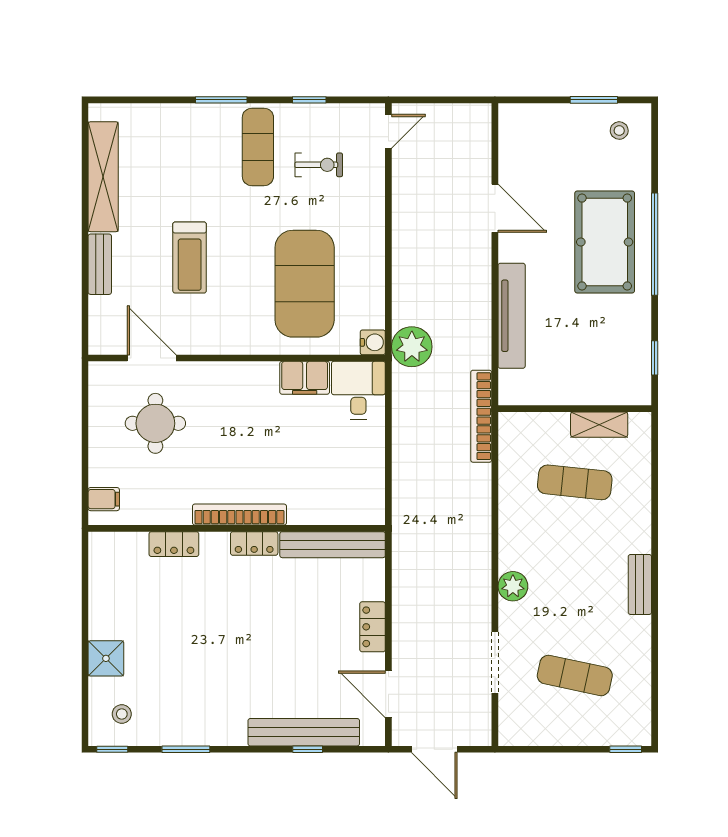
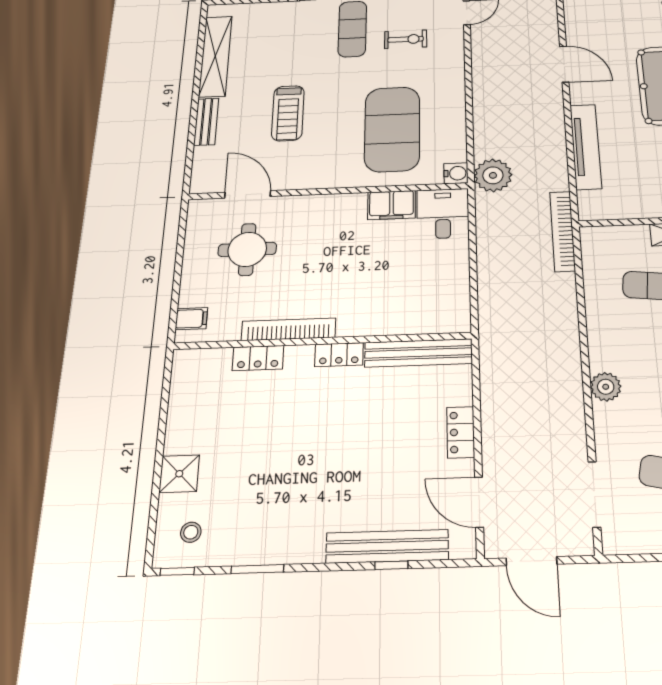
bookcase: (239, 515) -> (289, 329), moved
doorway: (495, 662) -> (594, 494), moved

